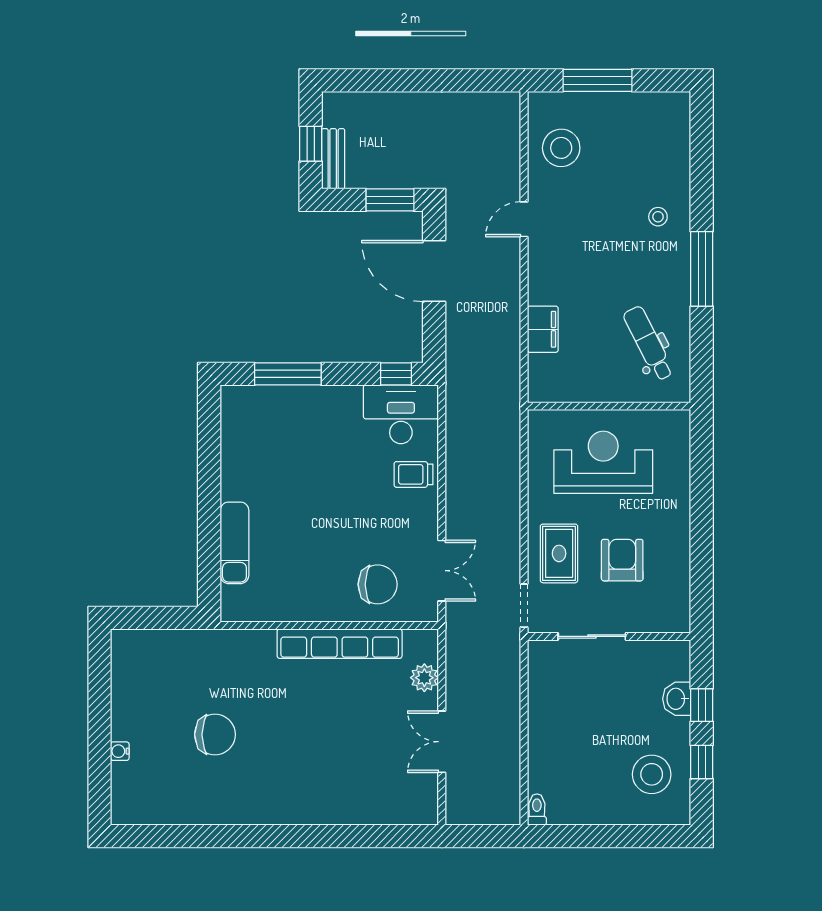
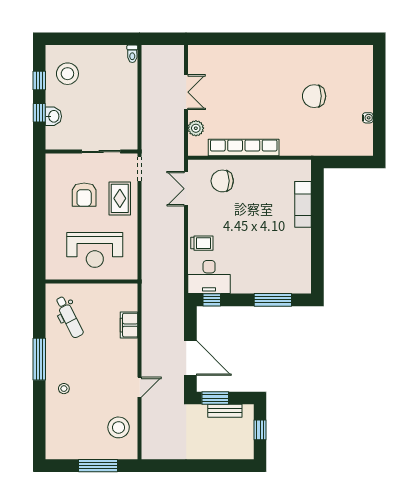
bench: (333, 159) -> (225, 411), moved, turned 90
water cooler: (120, 751) -> (368, 118), moved

